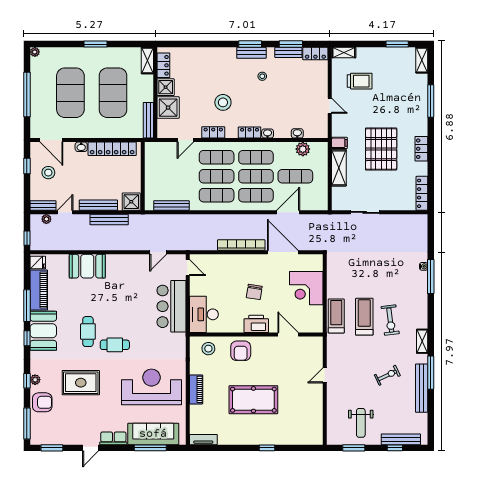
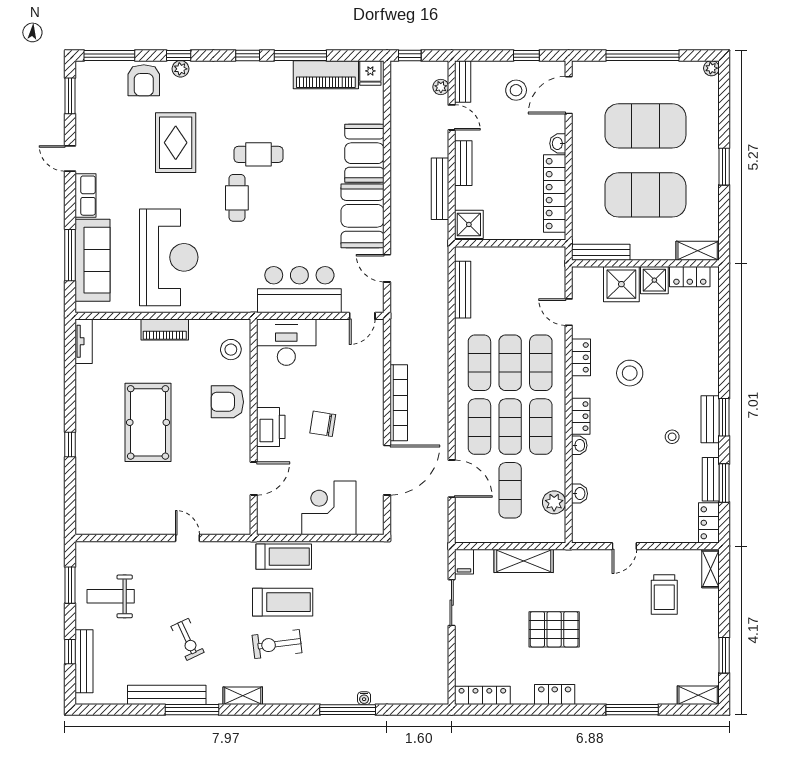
filing cabinet: (339, 143) -> (464, 562), moved
pallet: (381, 149) -> (554, 629), width x0.73, depth x0.71
bench: (98, 205) -> (463, 163), width x0.73
booth: (43, 331) -> (363, 216), moved, turned 90

